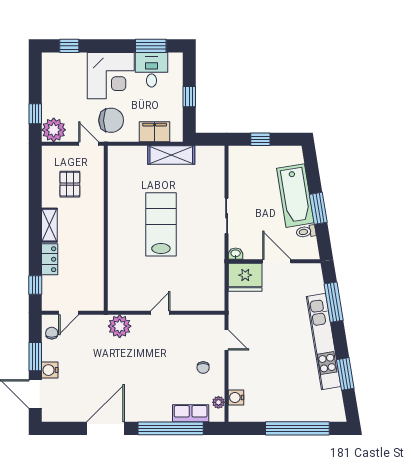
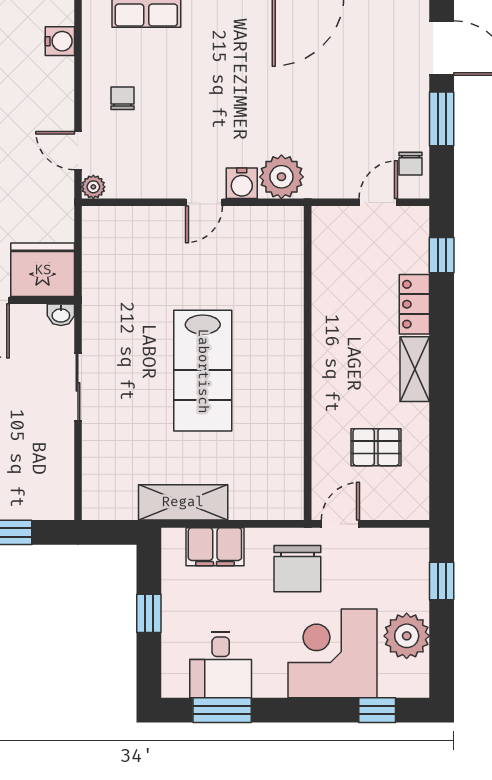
corner desk: (111, 76) -> (332, 653), moved
chair: (111, 120) -> (297, 569), turned -90
plant: (54, 130) -> (407, 636), moved
door: (89, 144) -> (340, 524), swing flipped
pallet: (70, 184) -> (376, 447), turned 90
water cooler: (50, 370) -> (242, 183), moved, turned 90
plant: (218, 402) -> (93, 187), moved

